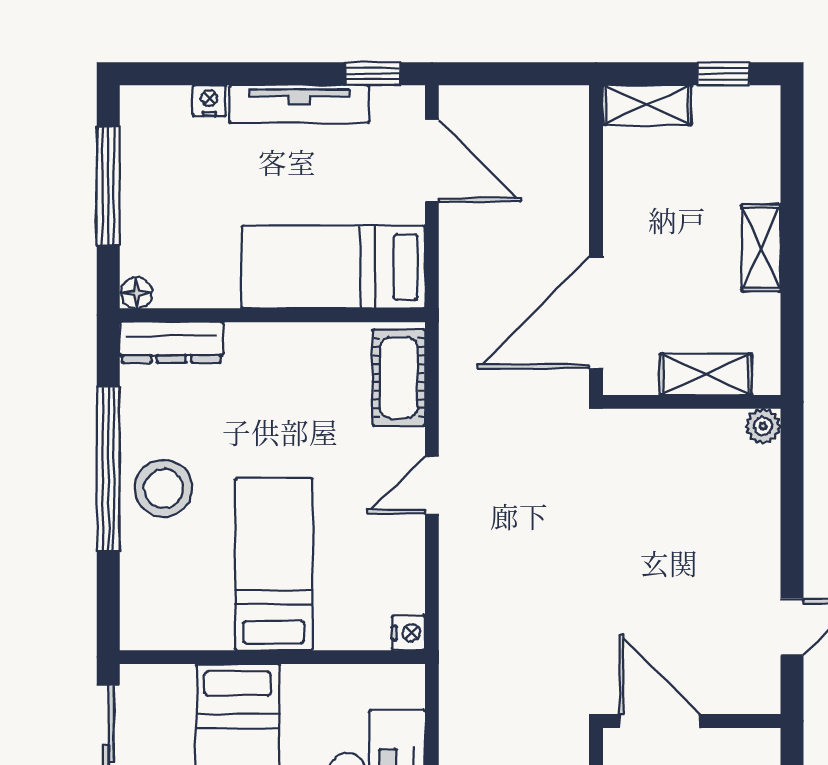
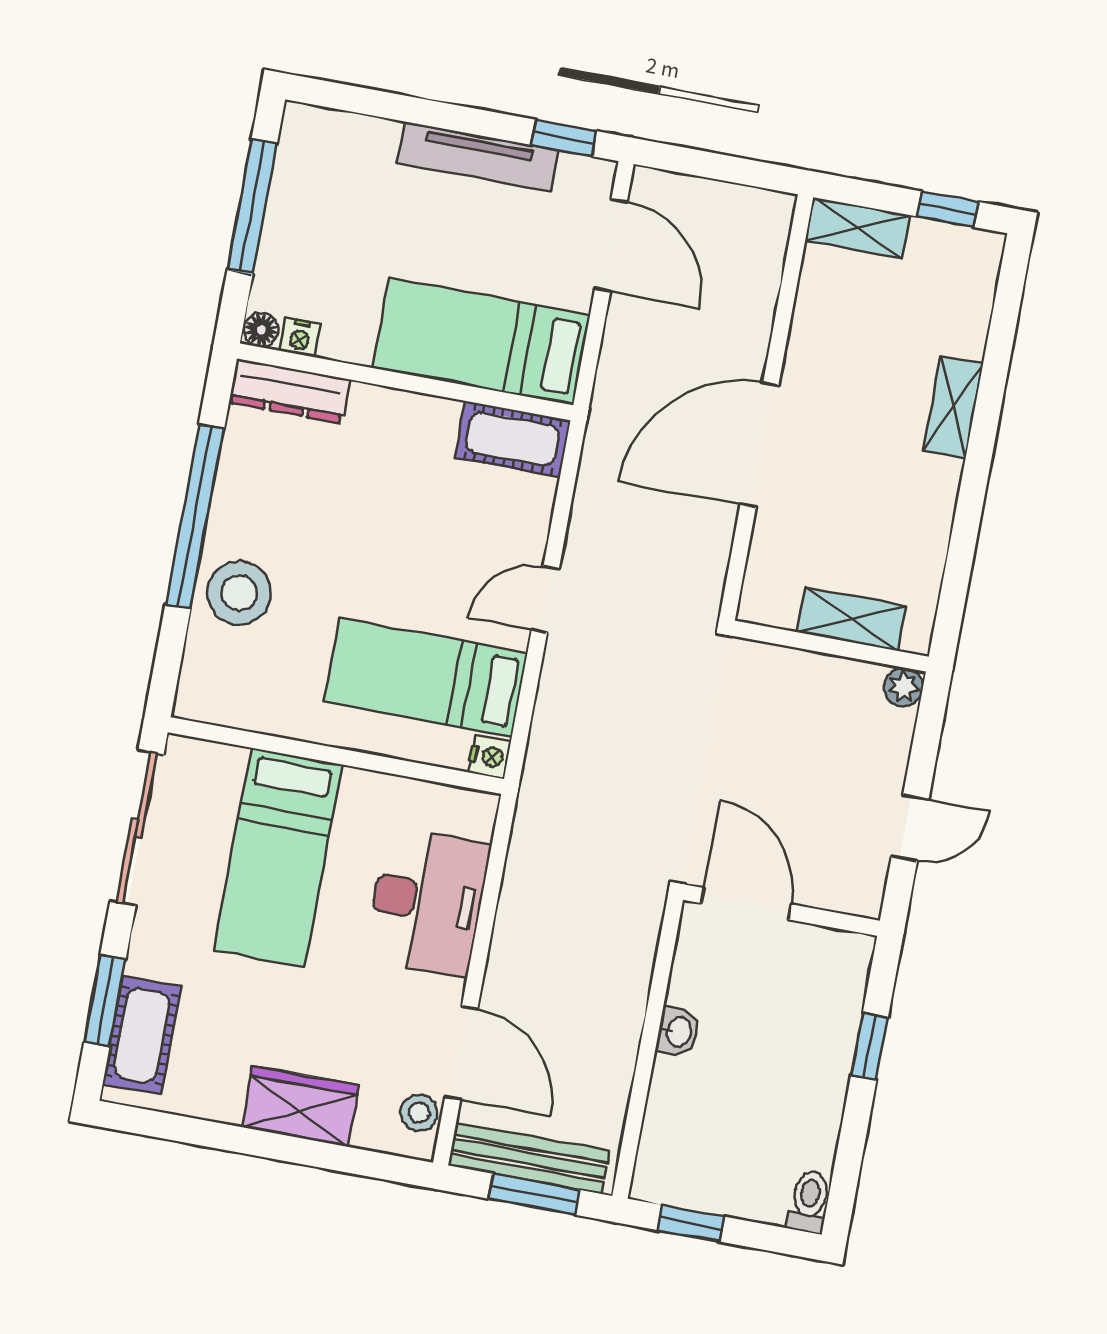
nightstand: (209, 101) -> (300, 337), moved, turned 180
shelving: (706, 374) -> (851, 619), moved
cot: (399, 378) -> (513, 439), moved, turned 90
wall: (692, 402) -> (830, 646), moved
plant: (763, 426) -> (903, 687), moved
stool: (164, 488) -> (239, 593), moved
bed: (274, 564) -> (426, 677), moved, turned -90

